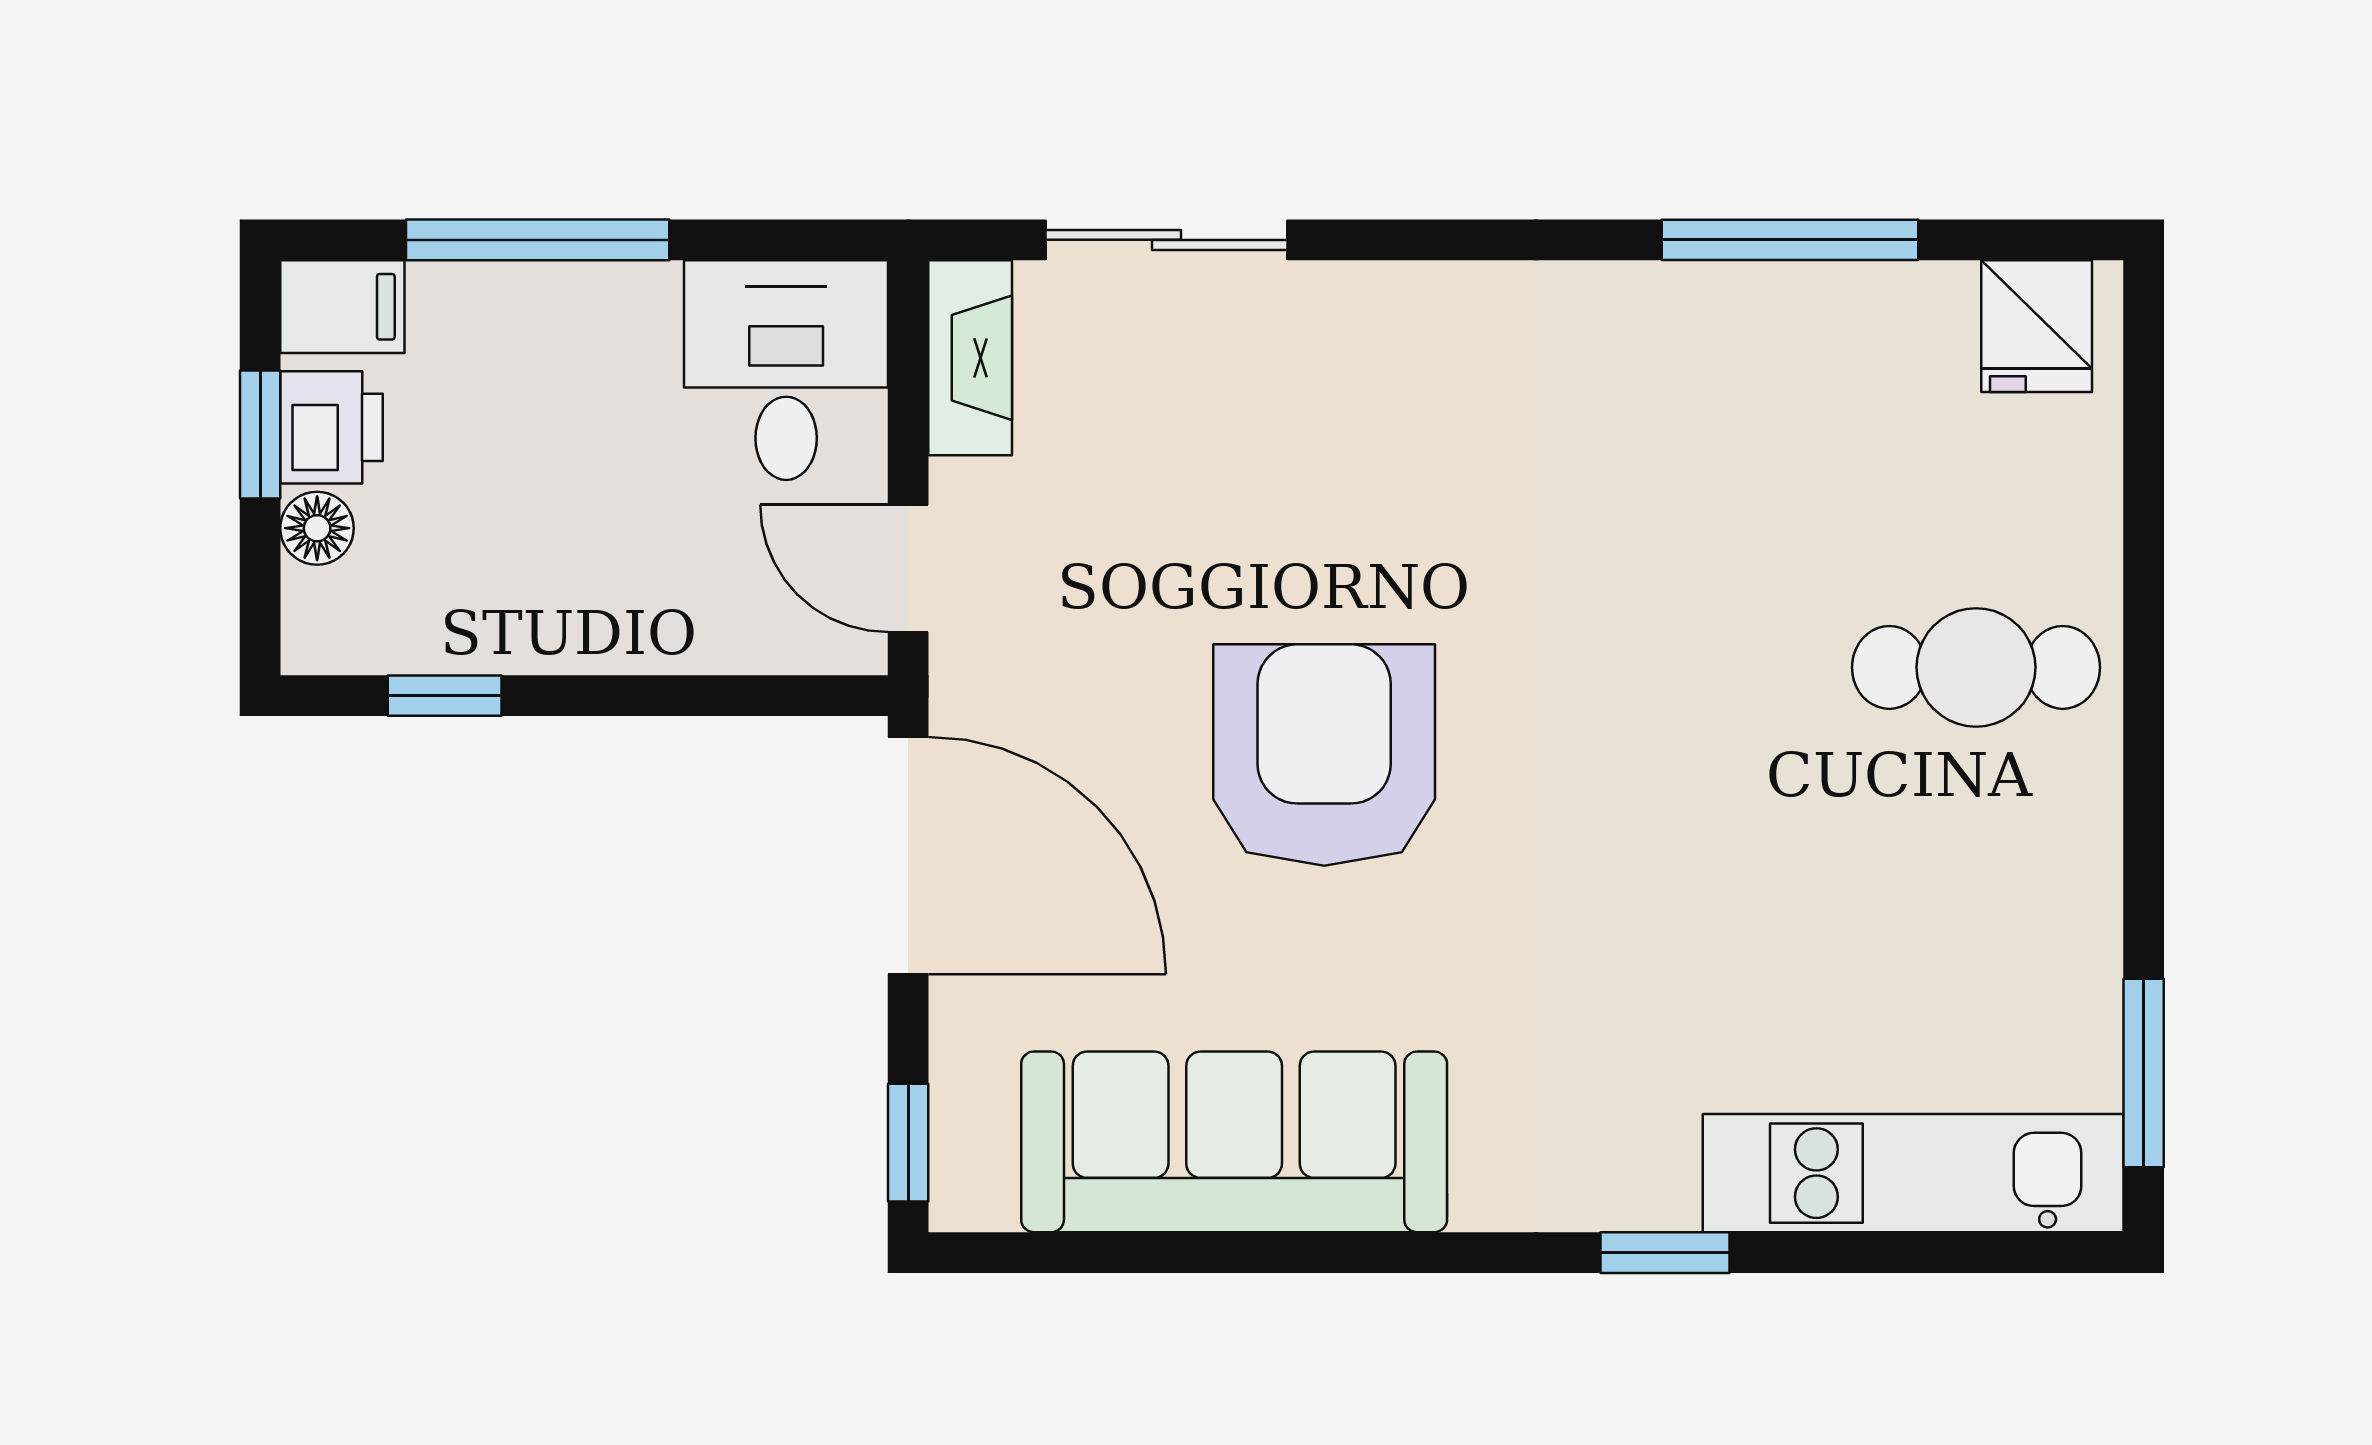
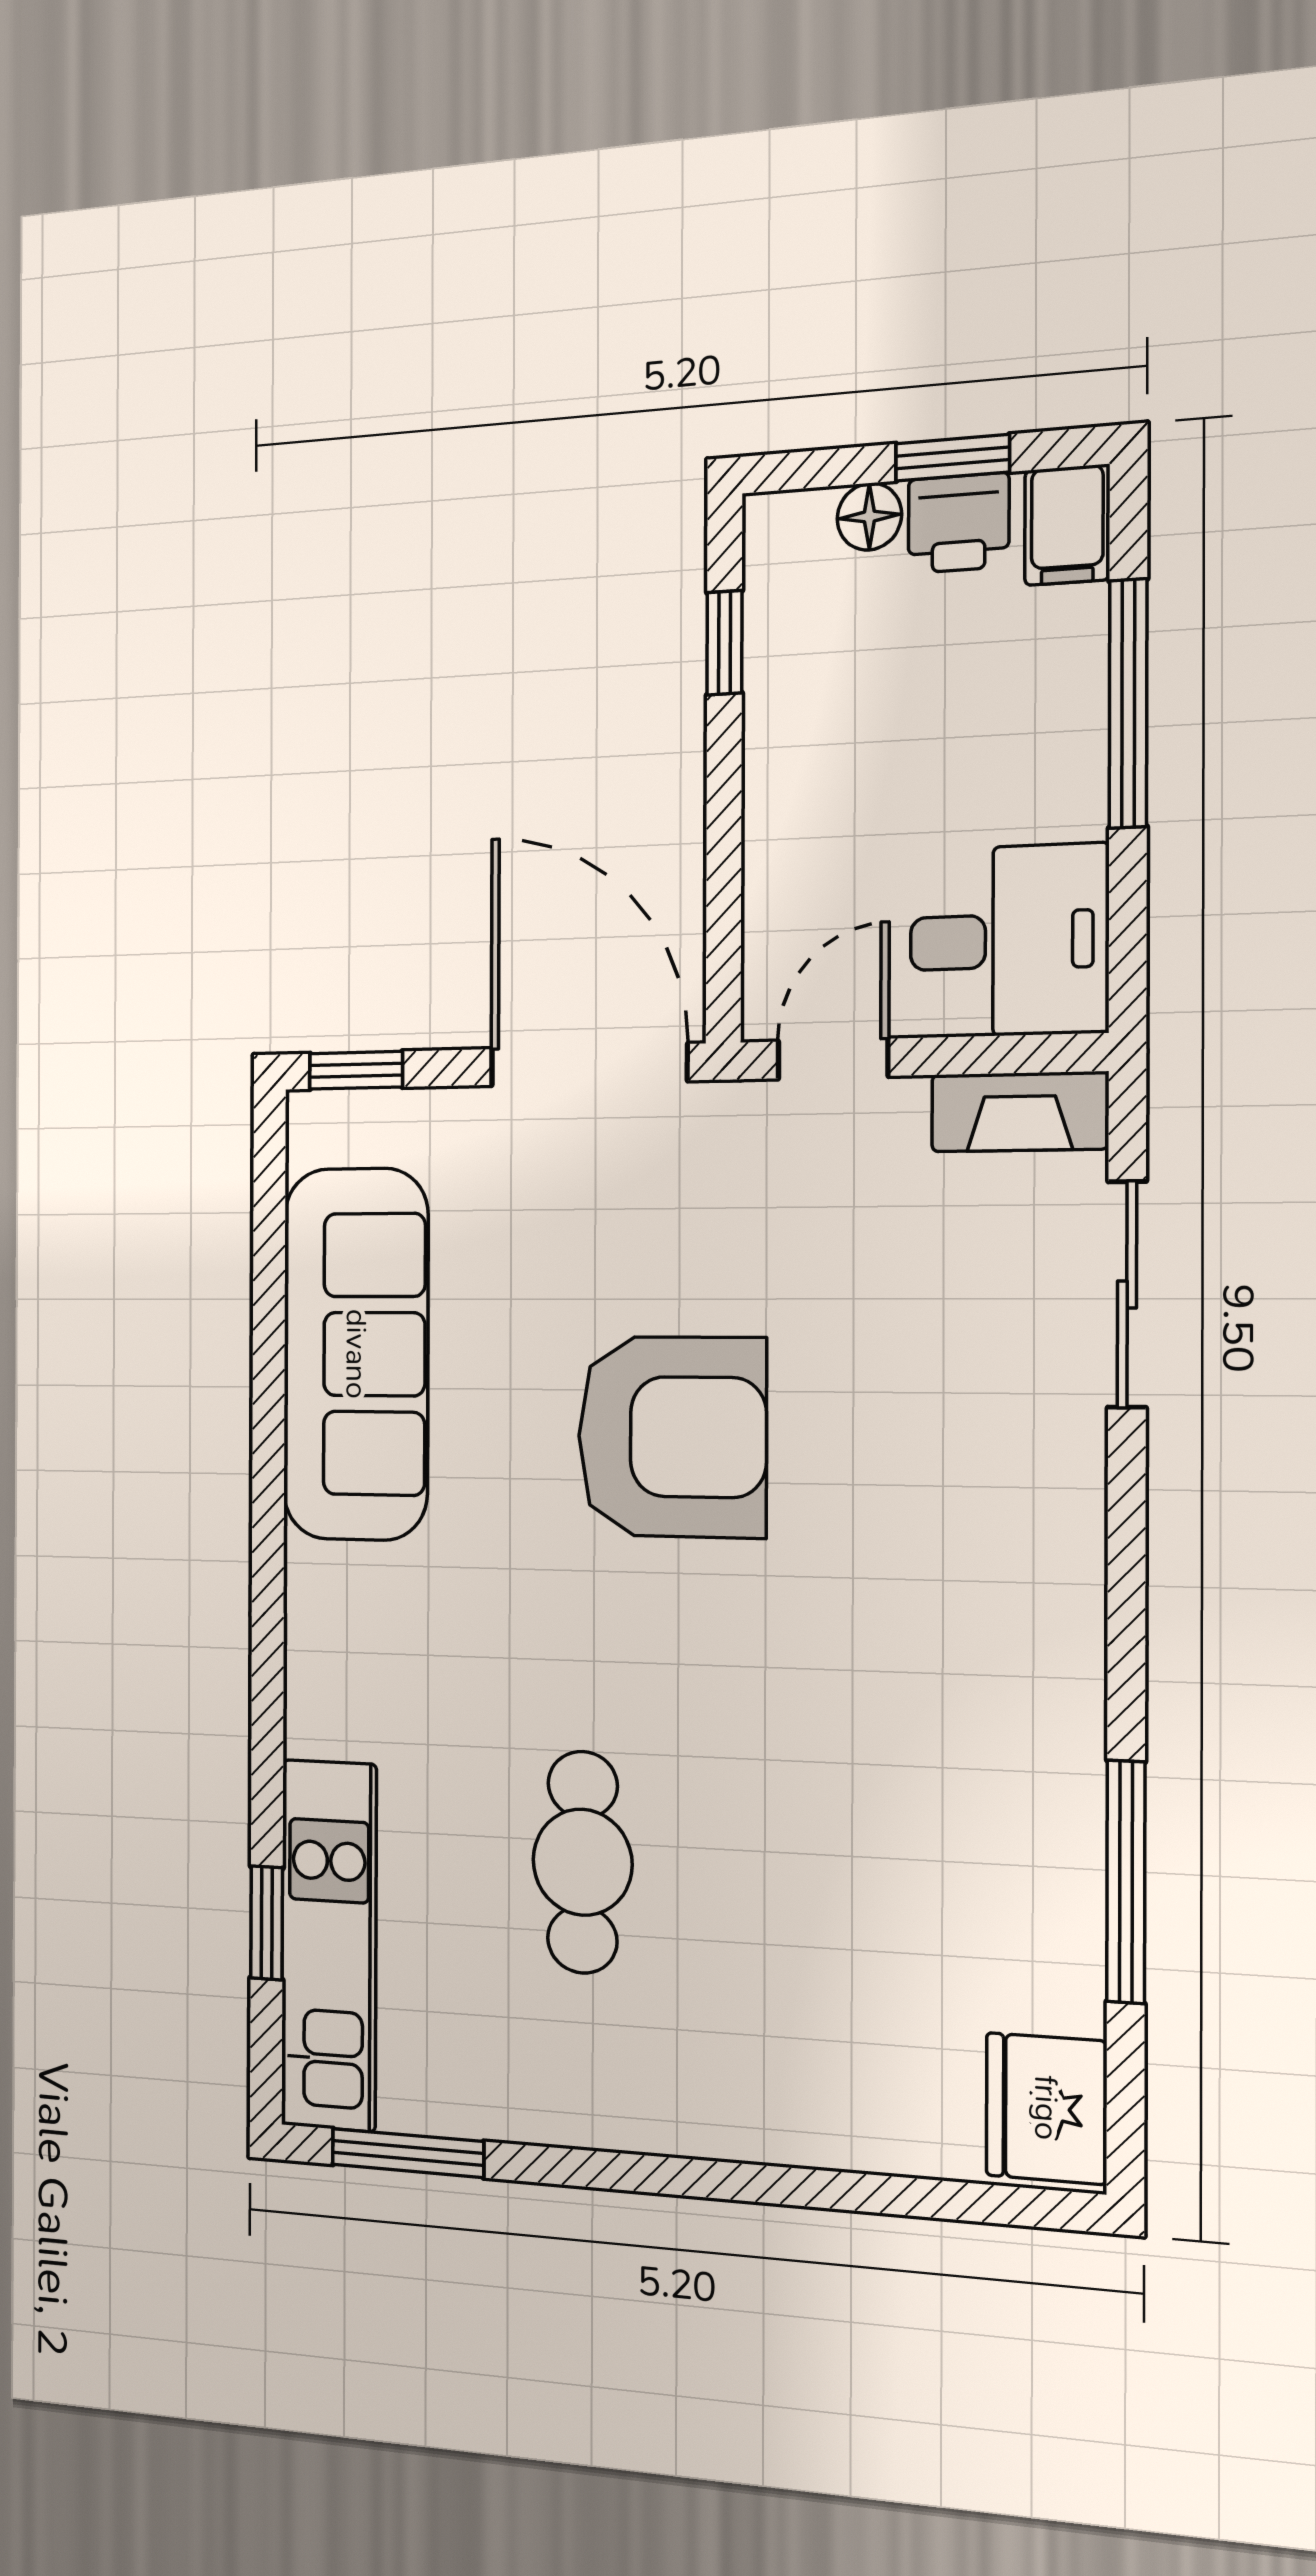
fridge: (2037, 326) -> (1046, 2108), width x1.38
cafe table: (1976, 667) -> (583, 1862), moved
door: (908, 855) -> (589, 1065), swing flipped
window: (1665, 1253) -> (267, 1923), moved

